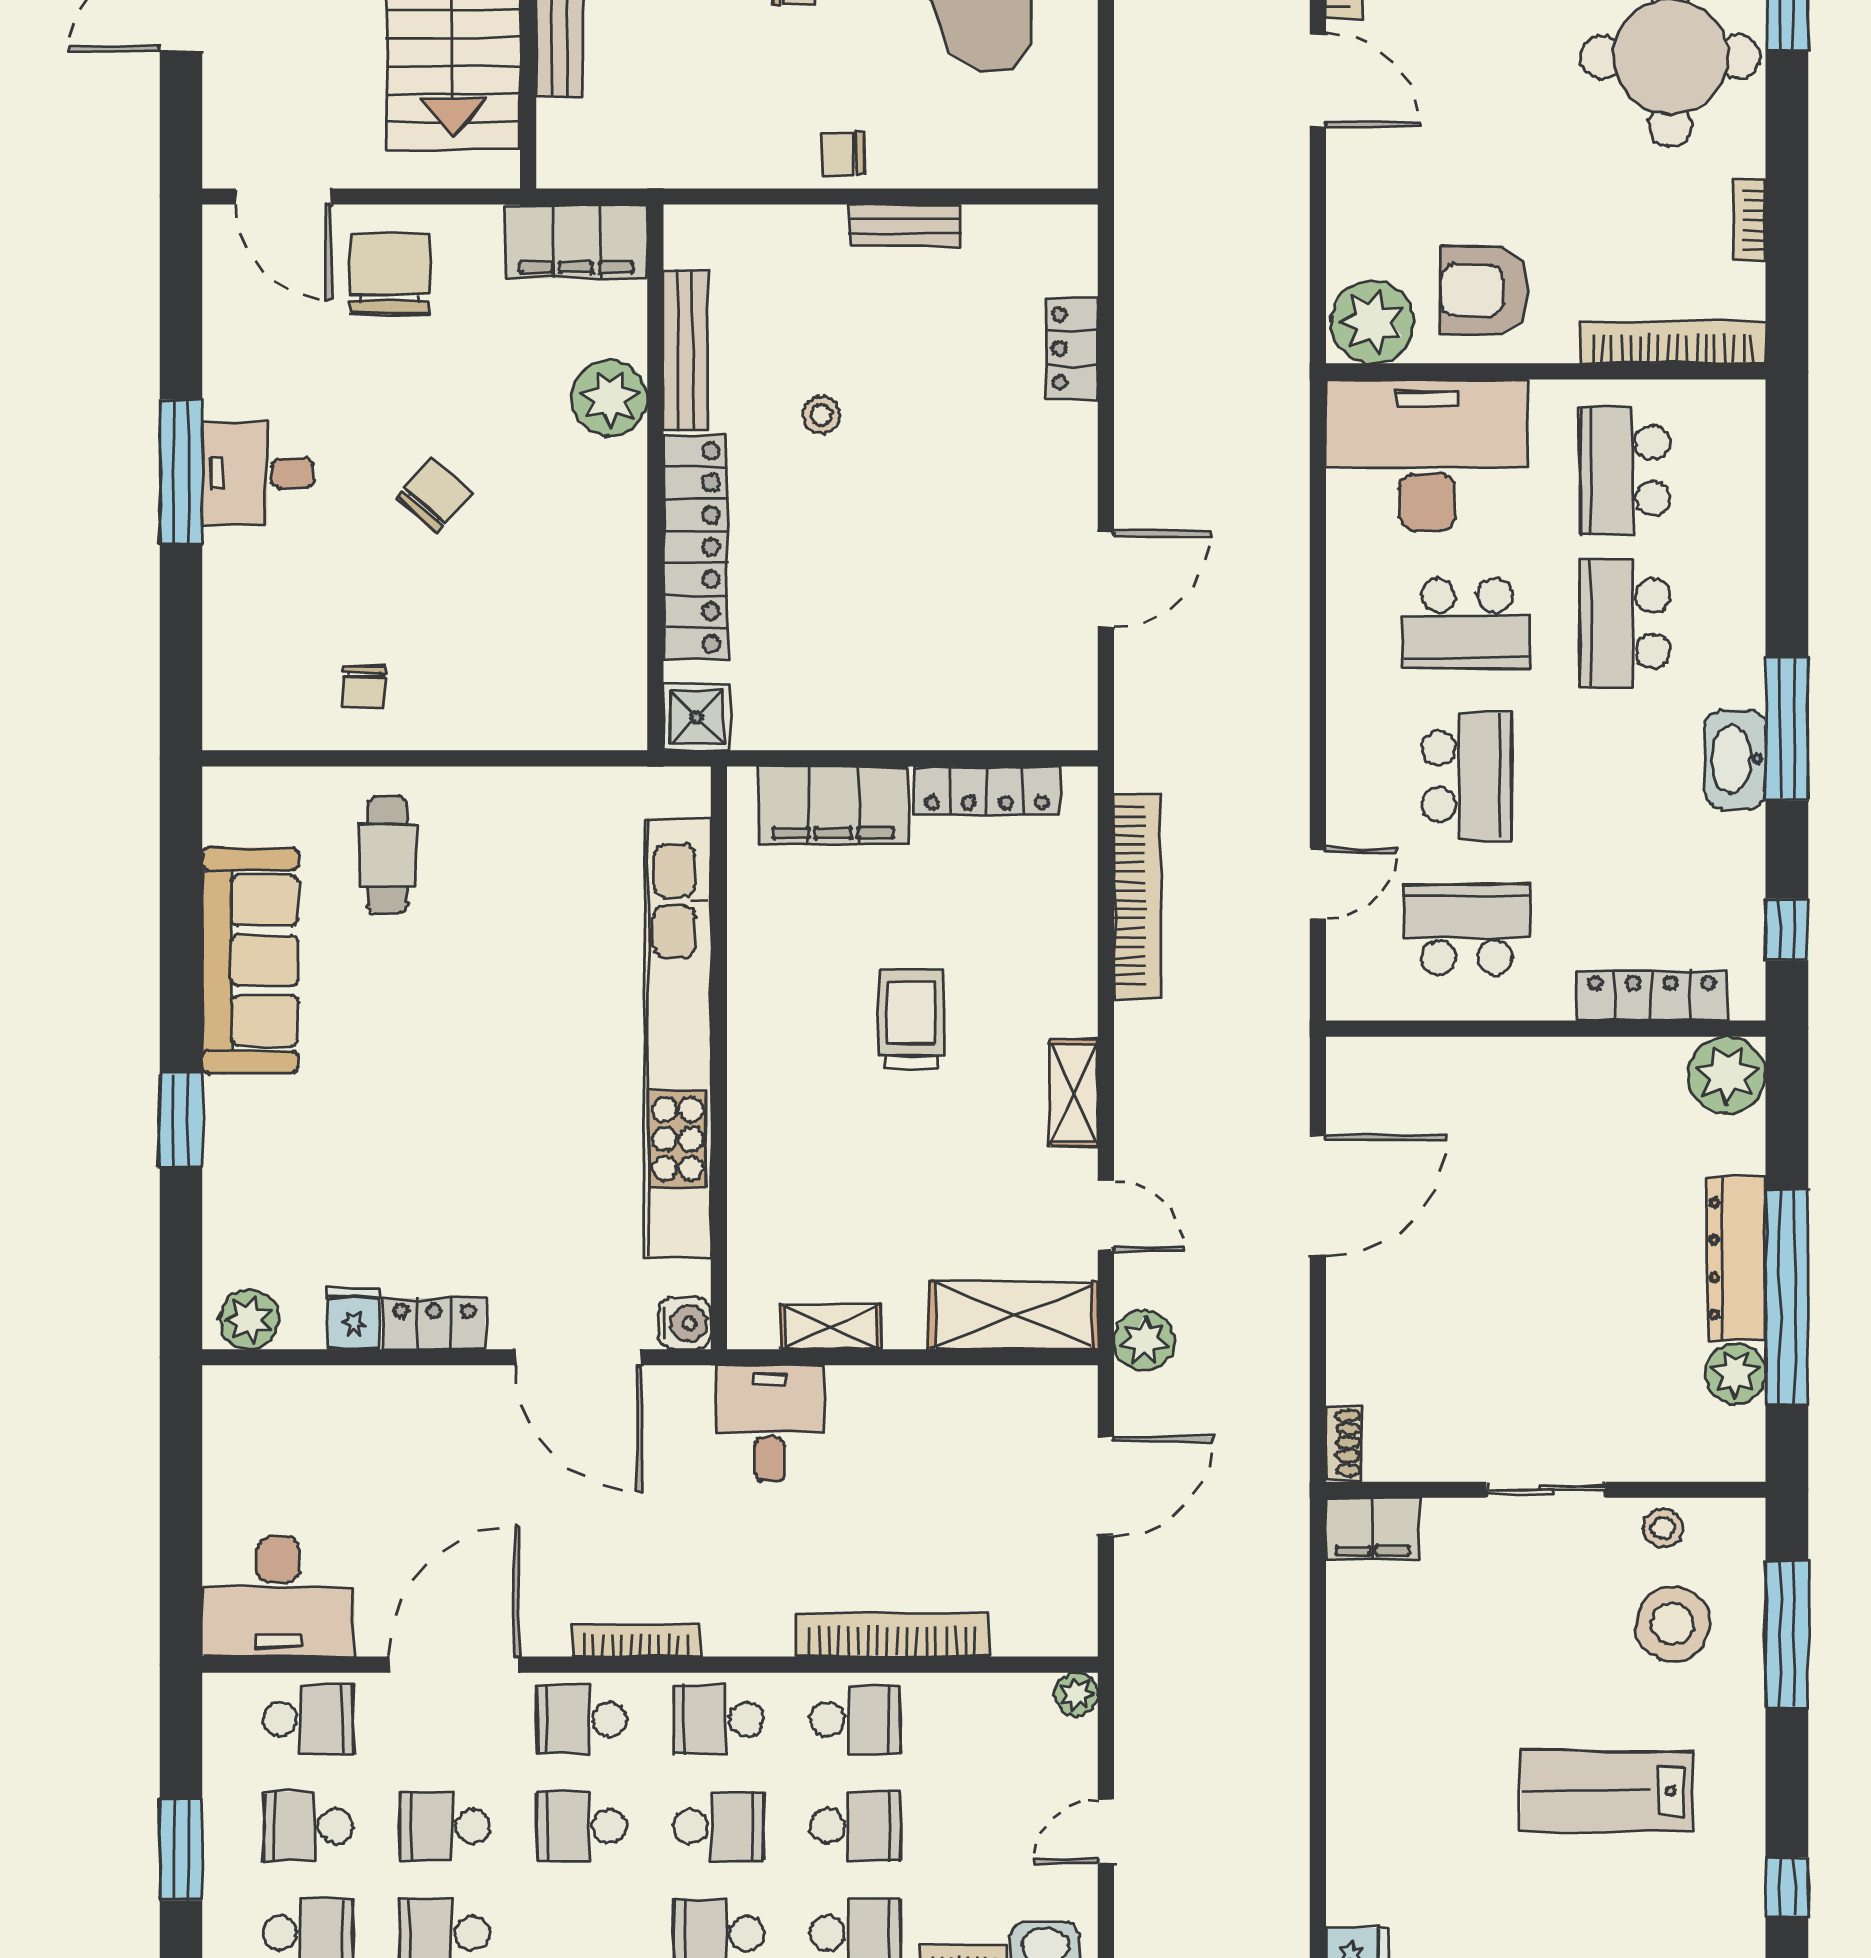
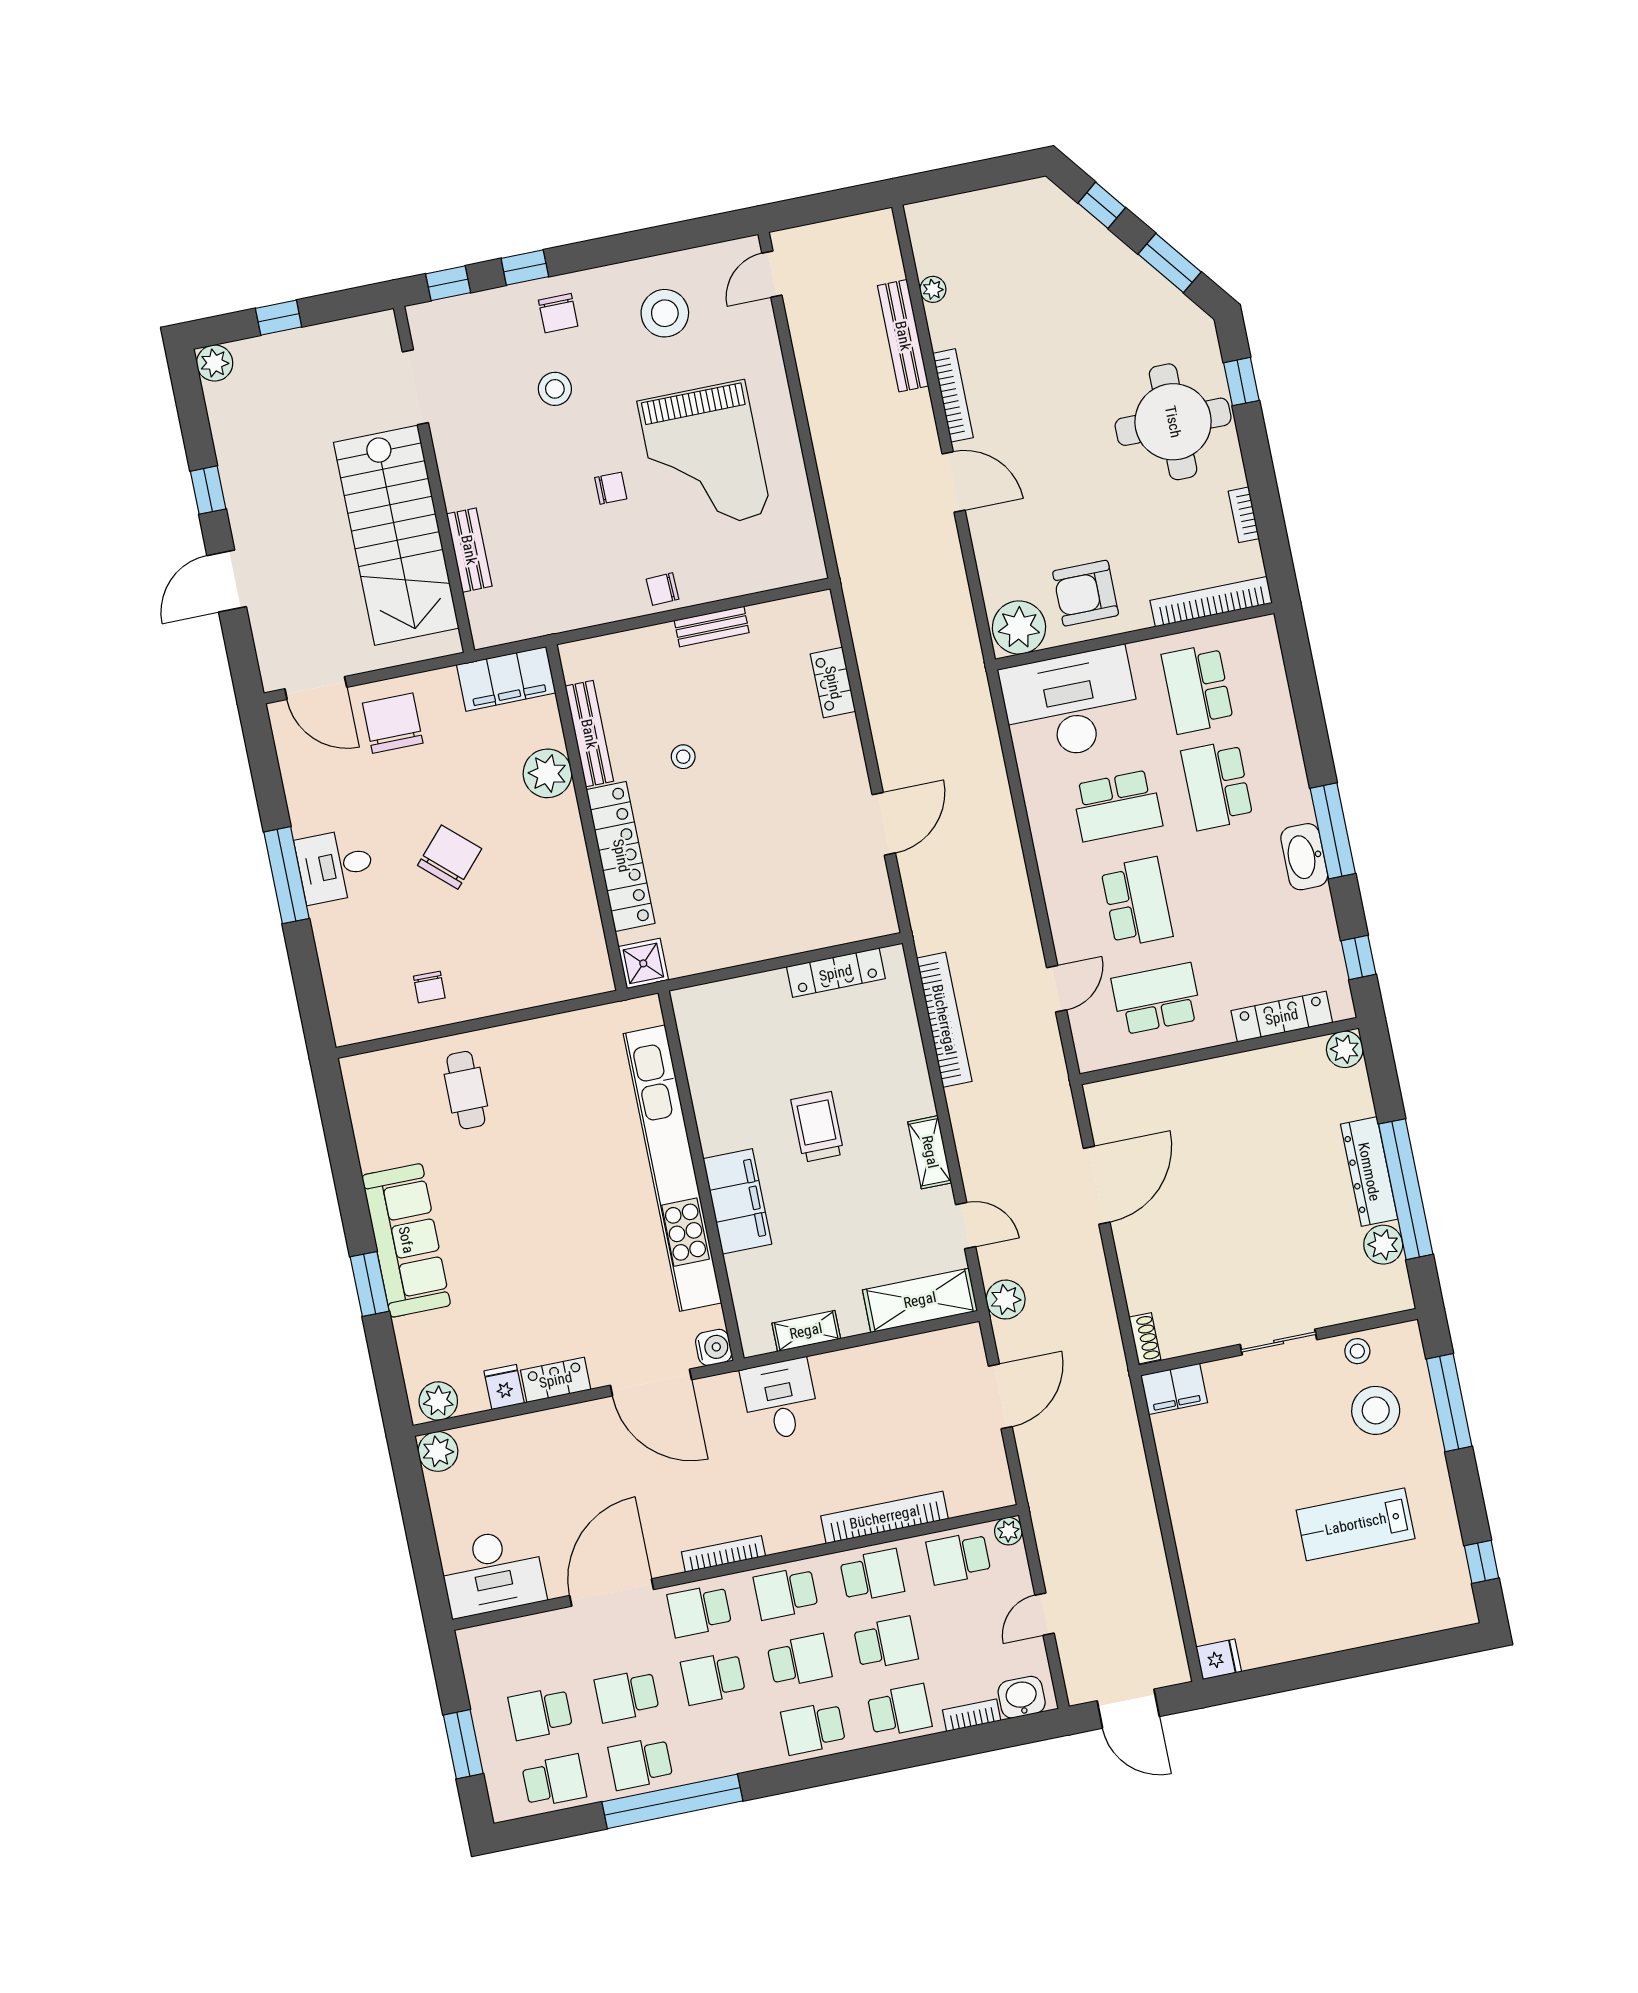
chair: (435, 495) -> (450, 857), width x1.37, depth x1.37
filing cabinet: (833, 806) -> (737, 1201), moved, turned -90
sofa: (250, 960) -> (406, 1240), moved
plant: (1727, 1075) -> (1345, 1049), width x0.73, depth x0.73
plant: (233, 1396) -> (438, 1451), added
school desk: (308, 1719) -> (958, 1558), moved, turned 180

